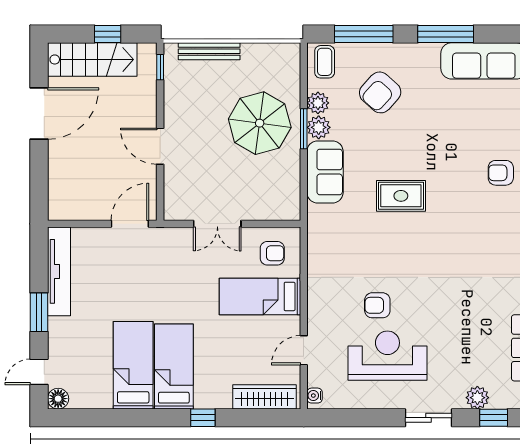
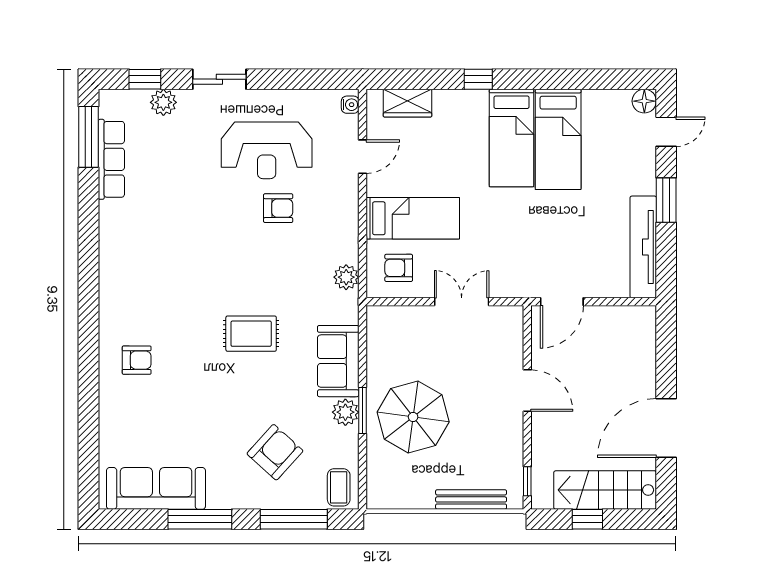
plant: (318, 103) -> (346, 277), moved
wardrobe: (265, 397) -> (408, 103), width x0.67

